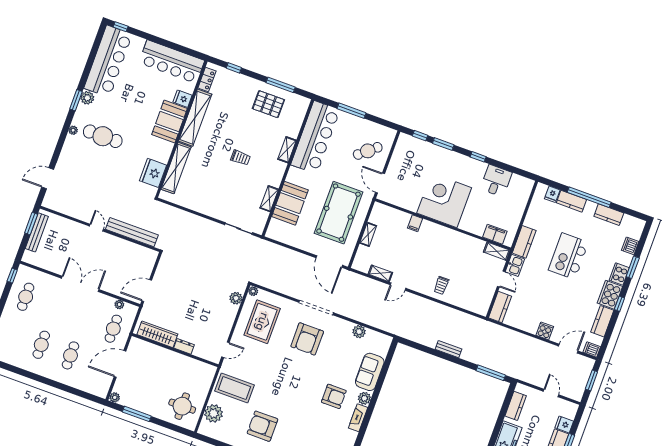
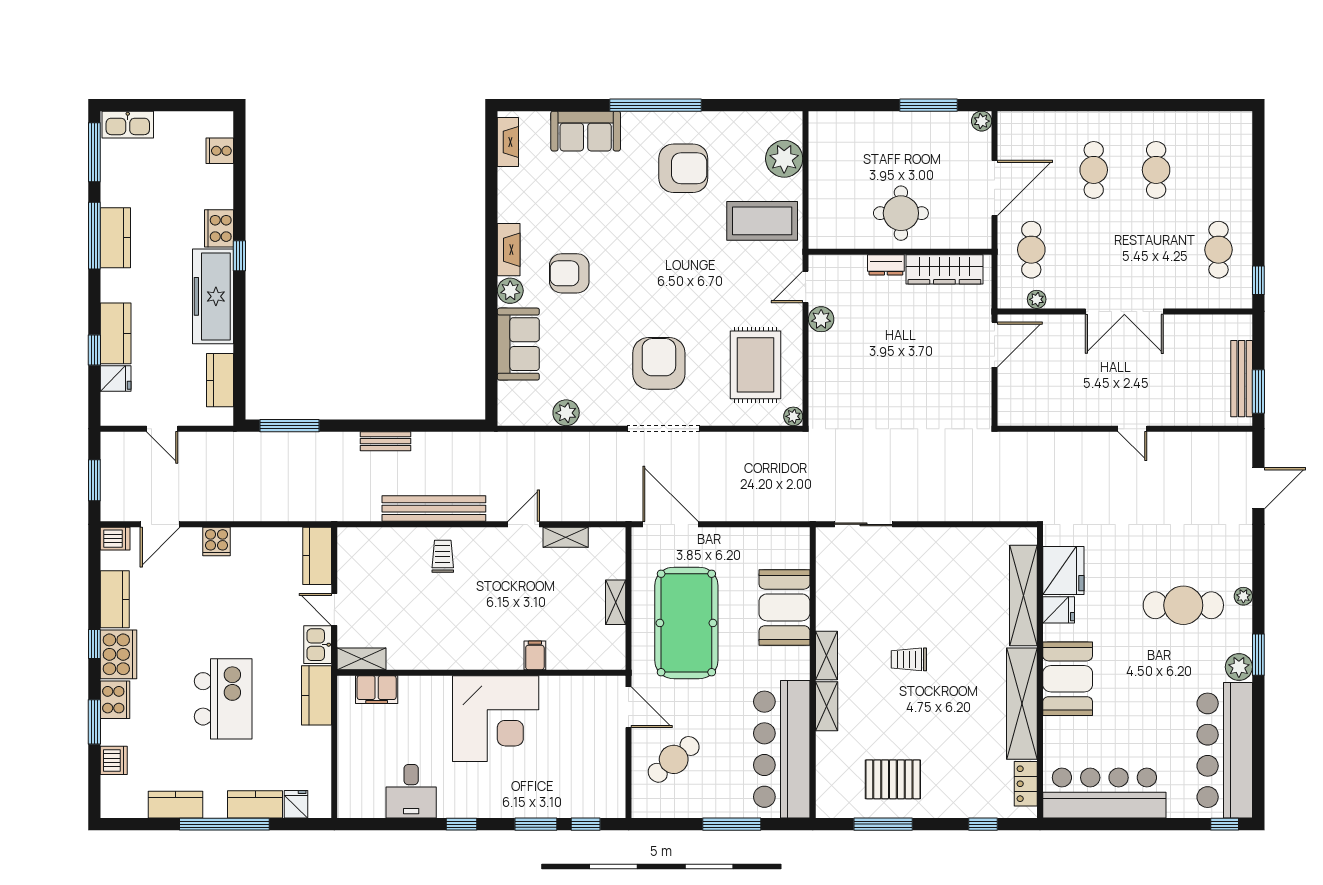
fridge: (183, 99) -> (1059, 610), moved
shelving: (269, 199) -> (827, 656), moved
bench: (132, 232) -> (434, 509), moved
plant: (236, 298) -> (821, 319), moved
round table: (182, 406) -> (901, 213), moved

